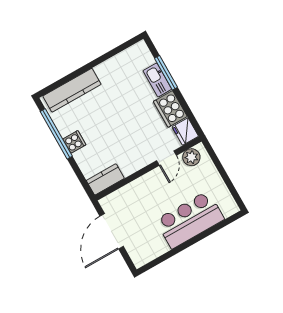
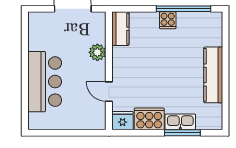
kitchen counter: (72, 90) -> (213, 75), moved
plant: (191, 157) -> (97, 52), moved

